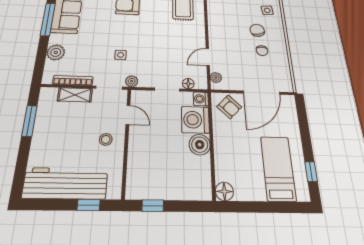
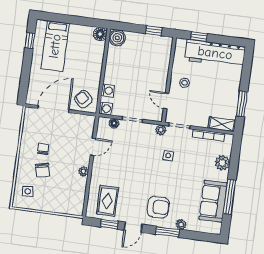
plant: (216, 78) -> (84, 171), moved
shelving: (75, 95) -> (222, 124), moved
washing machine: (195, 120) -> (108, 91), width x0.53, depth x0.53
boiler: (200, 145) -> (117, 38), moved

